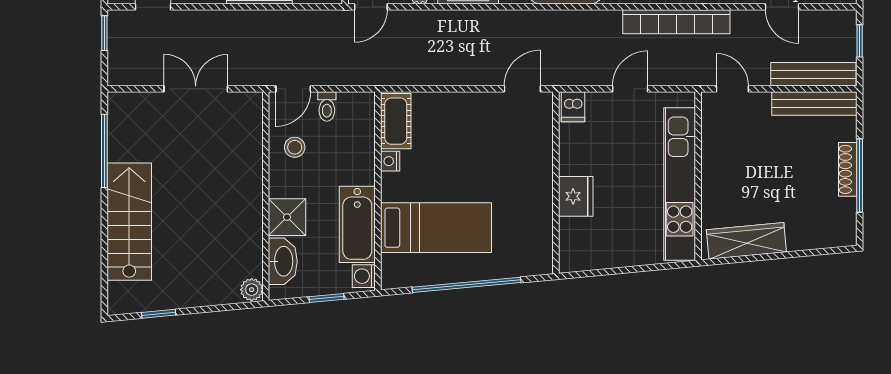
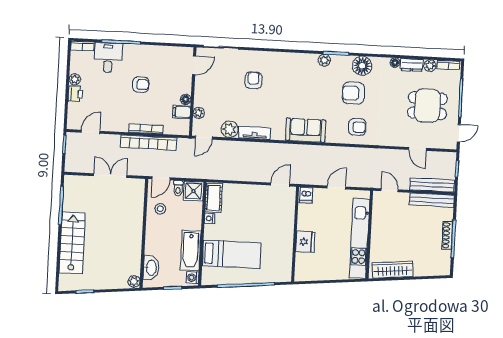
bookcase: (676, 22) -> (148, 143), moved
shower: (287, 217) -> (194, 191), moved

